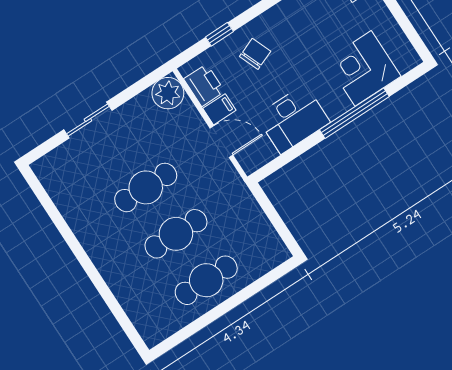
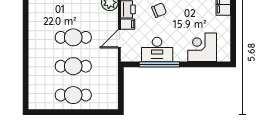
window: (354, 113) -> (159, 64), moved
door: (221, 141) -> (119, 39), swing flipped

